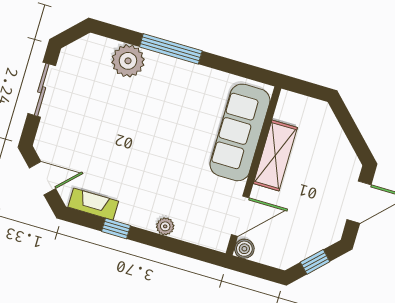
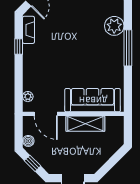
plant: (165, 226) -> (28, 97), moved
boiler: (244, 249) -> (28, 141), moved

